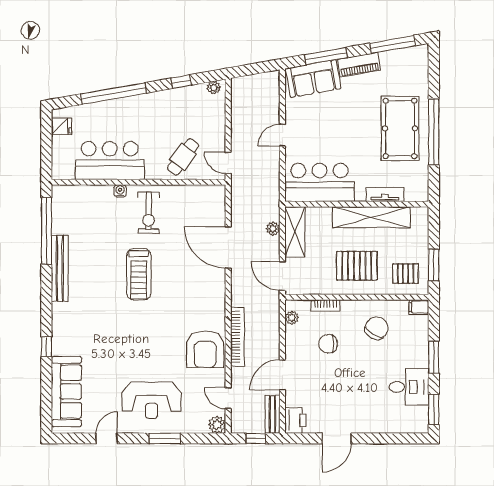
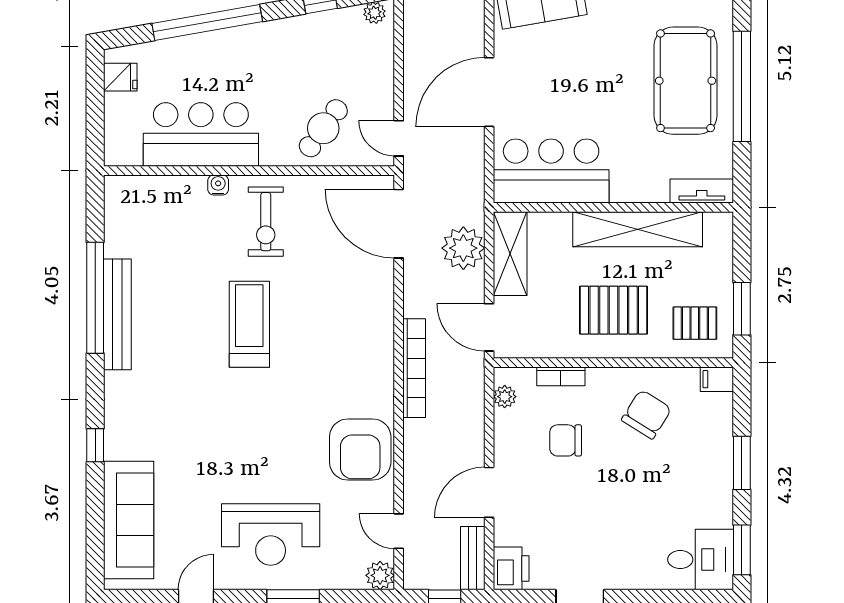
door: (282, 135) -> (489, 92), width x1.88
tv unit: (385, 194) -> (702, 191), moved
plant: (273, 229) -> (463, 248), width x1.88, depth x1.88
window: (46, 231) -> (95, 298), moved
door: (228, 248) -> (399, 224), moved
treadmill: (139, 274) -> (249, 324), turned 180
bookcase: (237, 337) -> (414, 368), moved
desk: (409, 387) -> (701, 560), moved

